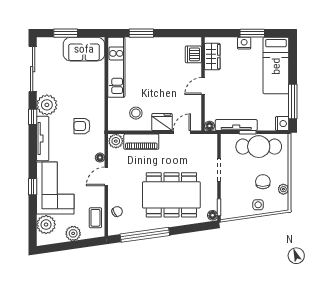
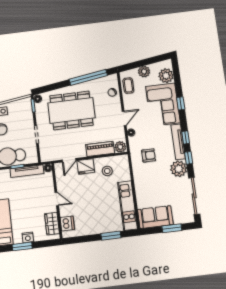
door: (203, 86) -> (57, 199), hinge flipped
window: (33, 143) -> (186, 137), added

